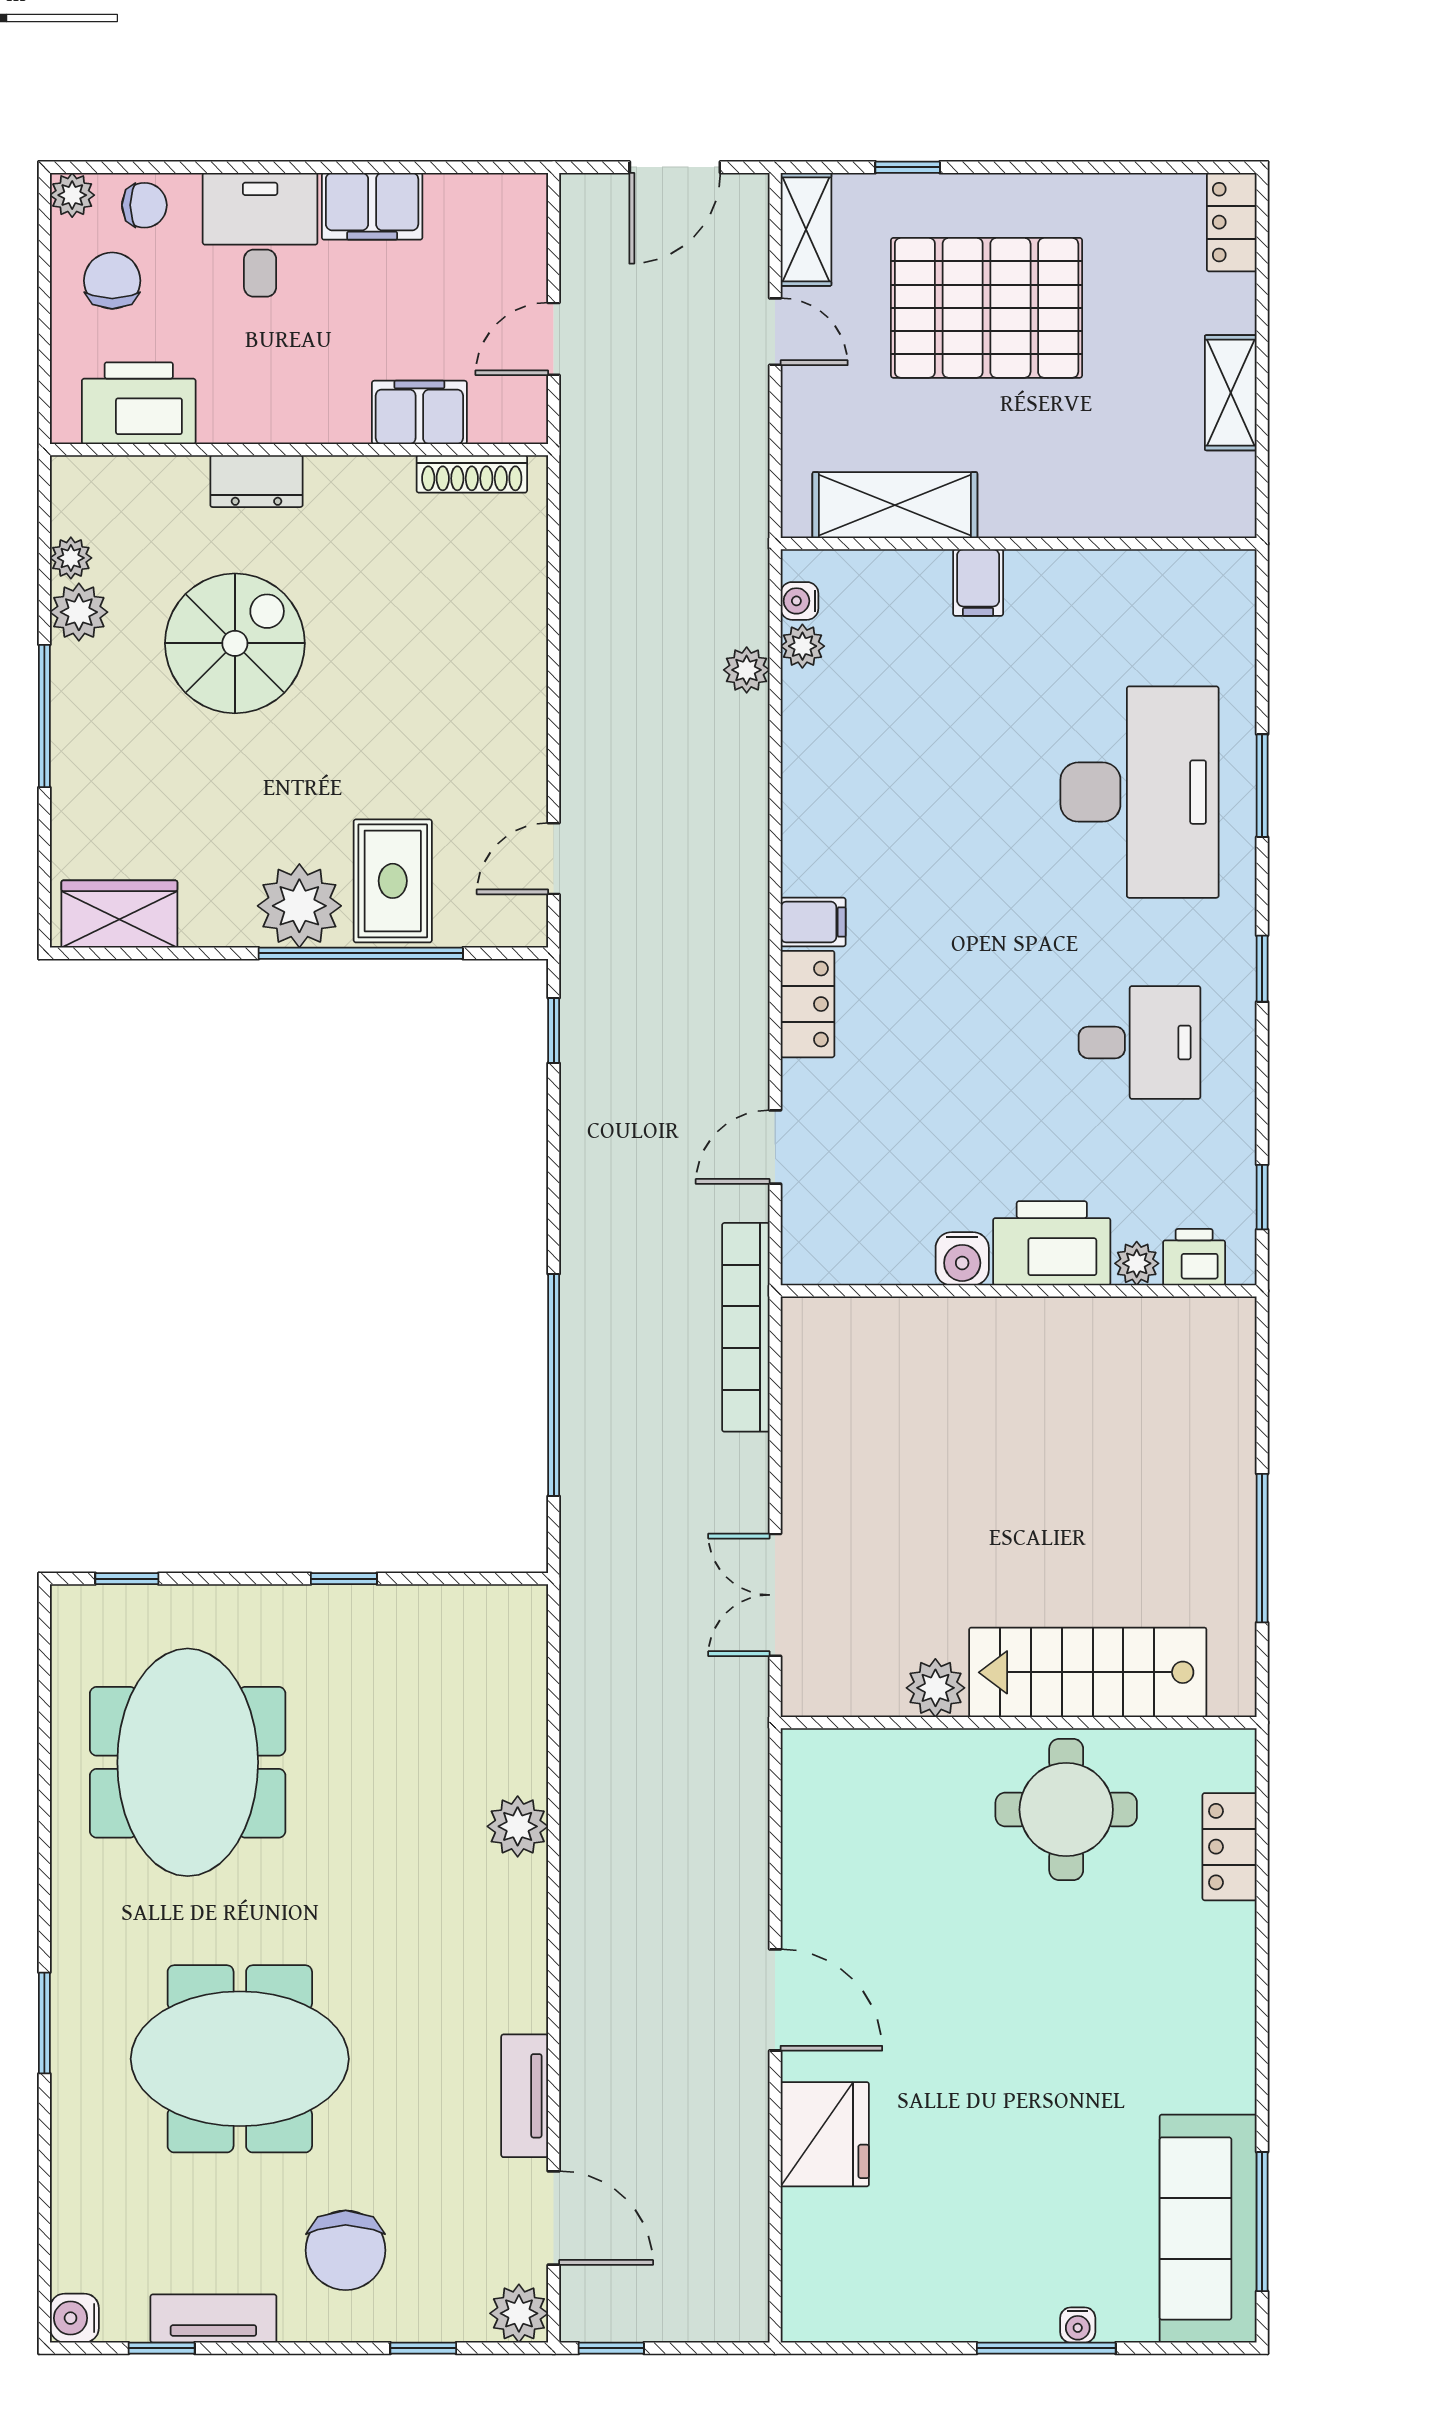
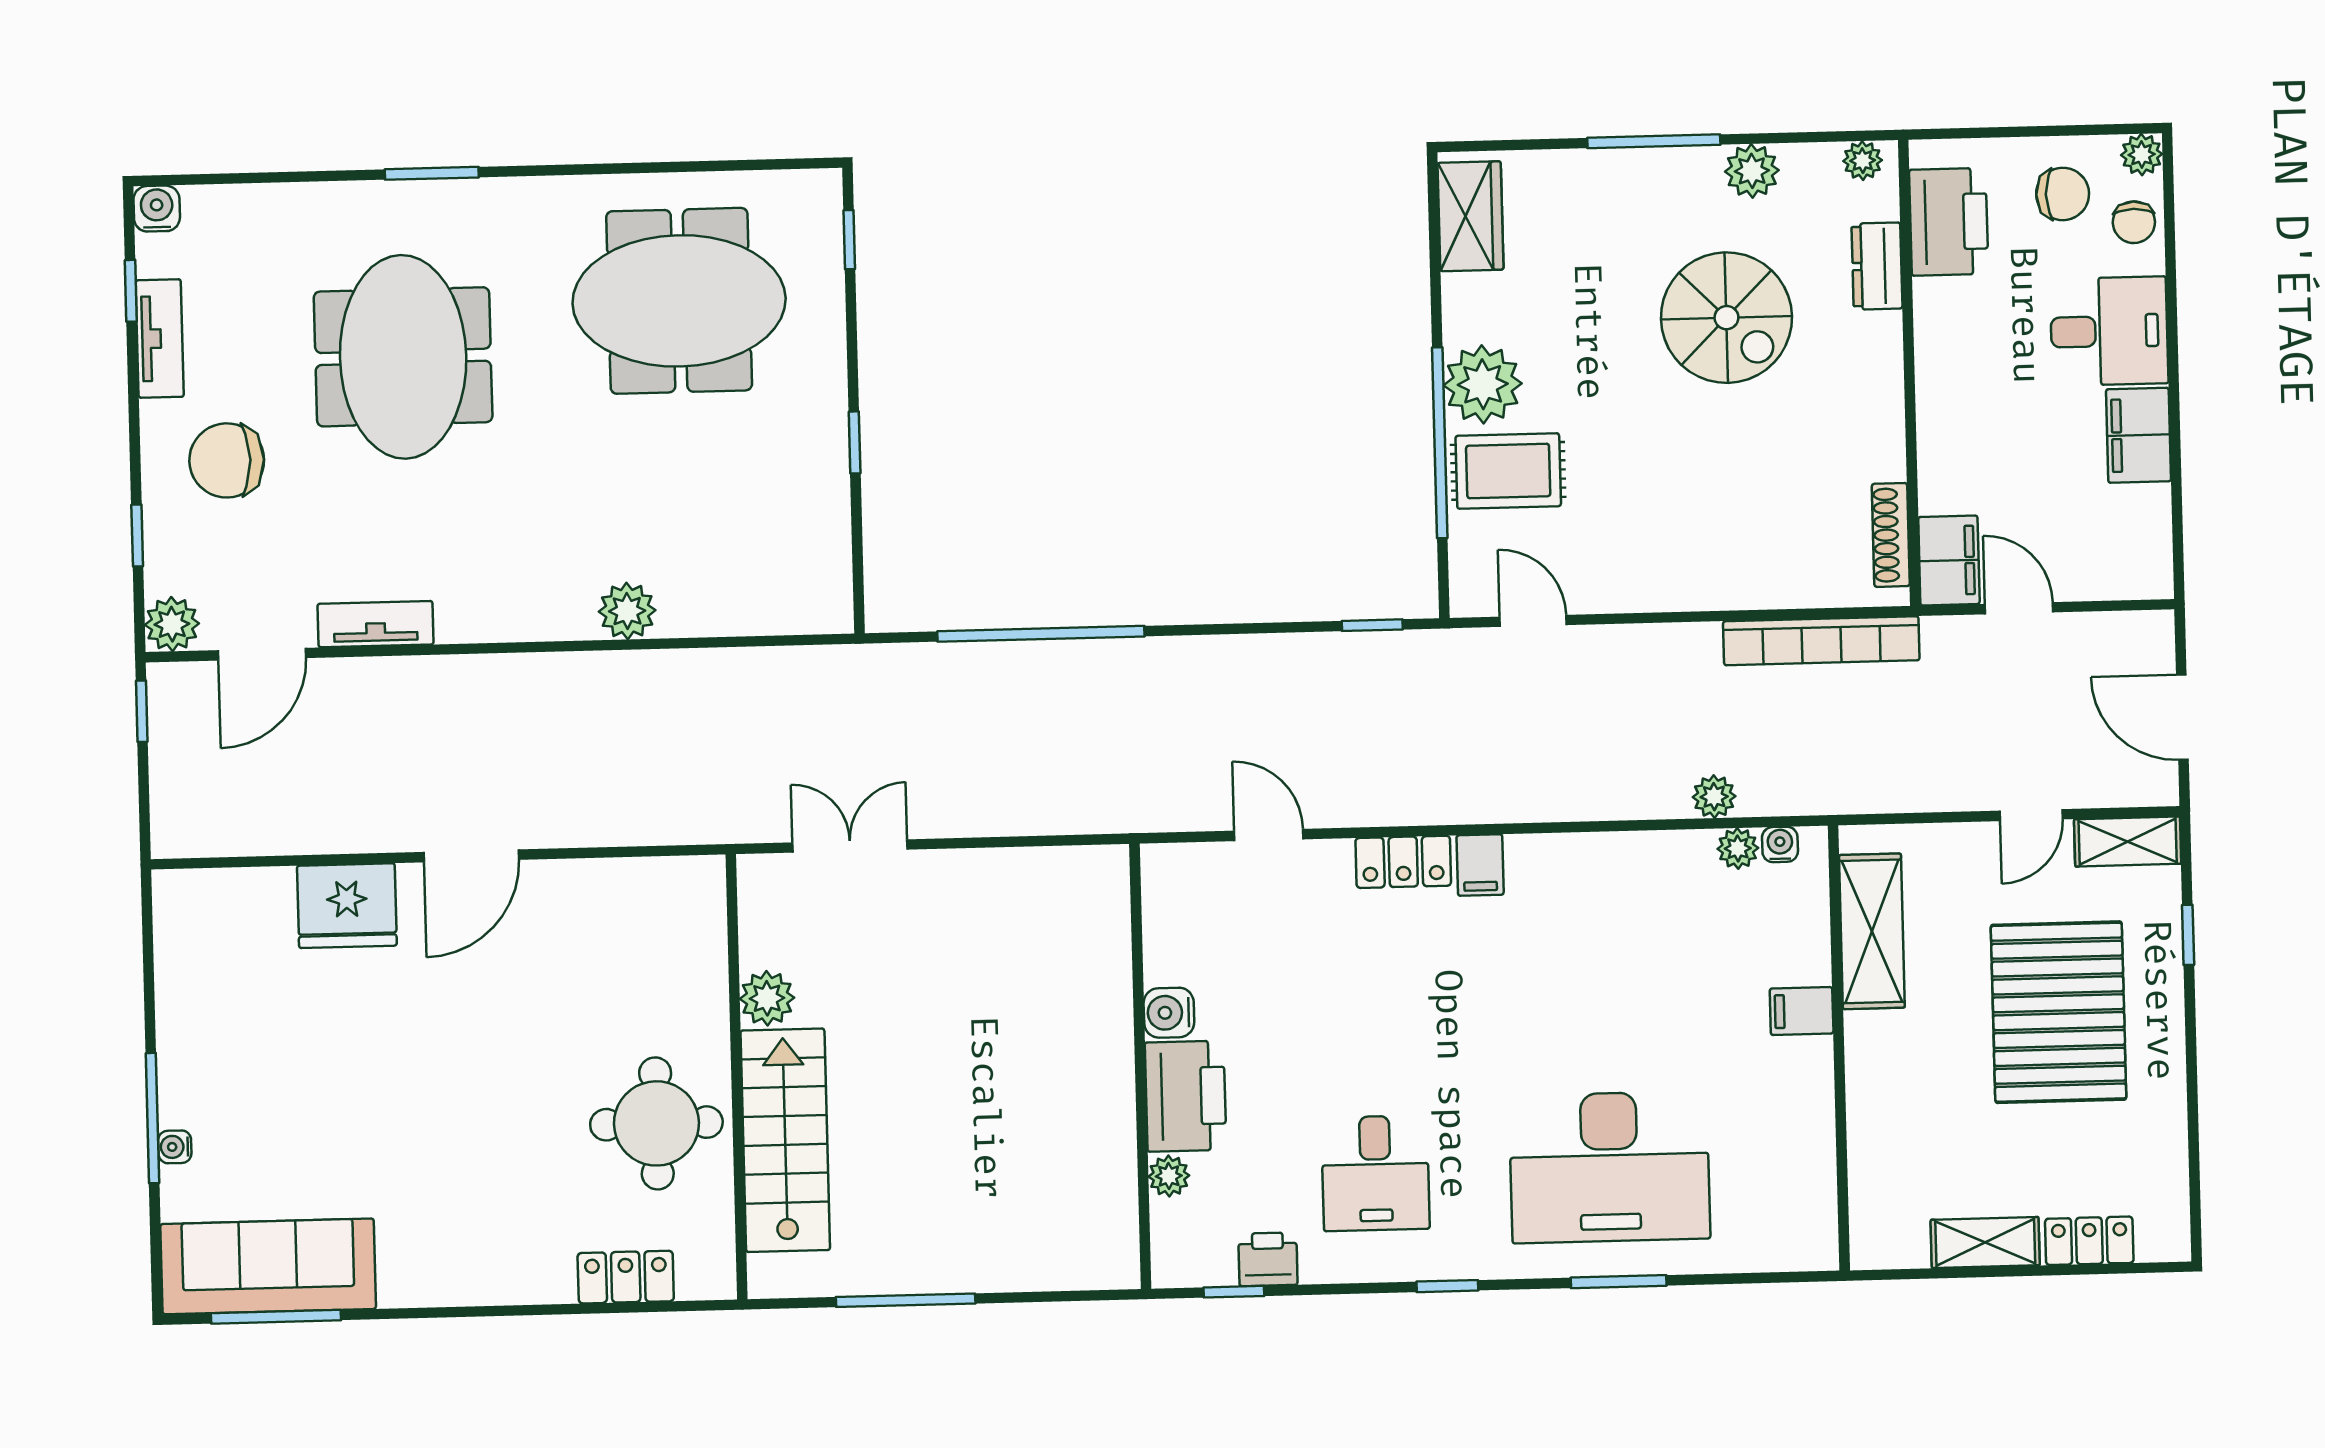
locker: (1232, 222) -> (2089, 1241), moved
filing cabinet: (419, 412) -> (1949, 560), moved
dresser: (256, 481) -> (1877, 266), moved
plant: (71, 558) -> (1863, 161), moved
printer: (1194, 1257) -> (1268, 1259), moved, turned -90
bookcase: (746, 1327) -> (1821, 641), moved, turned 180

